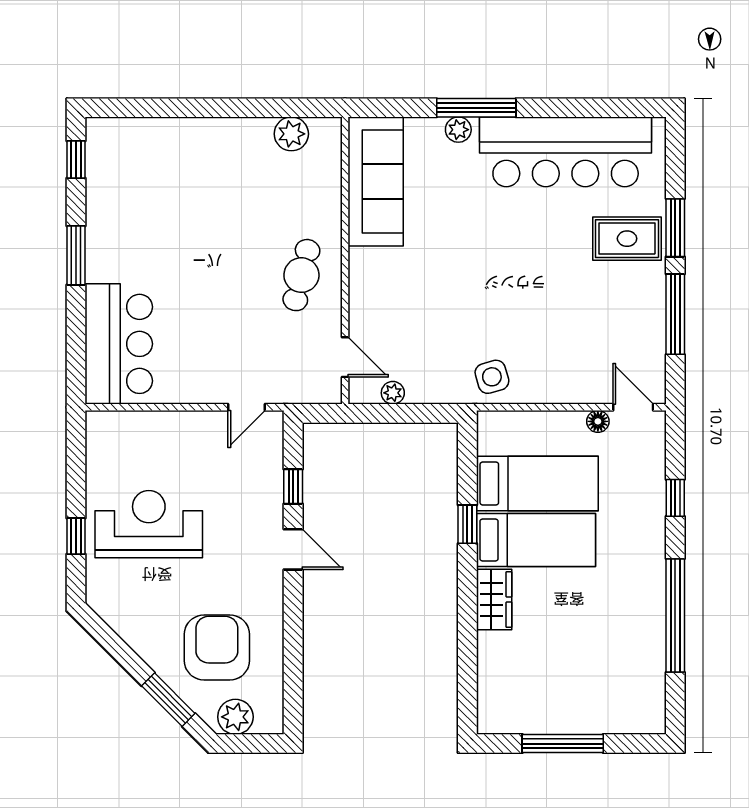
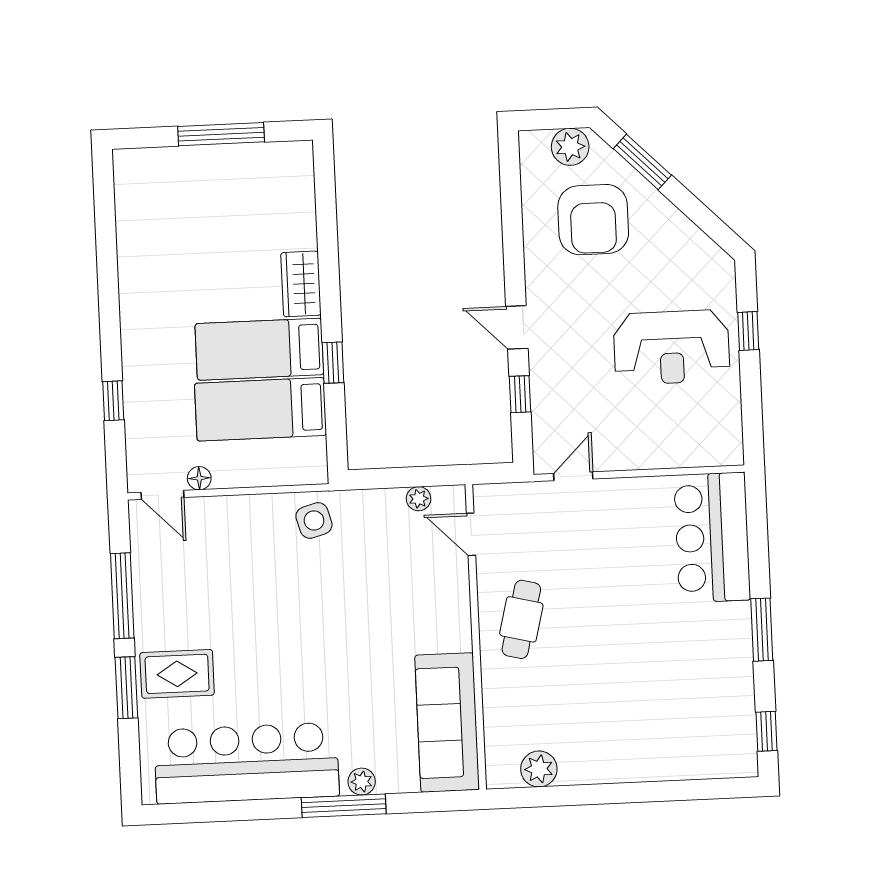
window: (675, 616) -> (108, 276), removed

